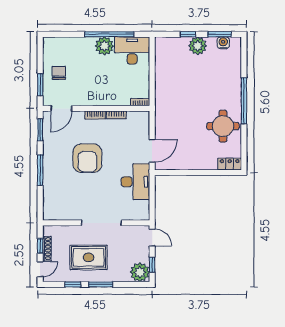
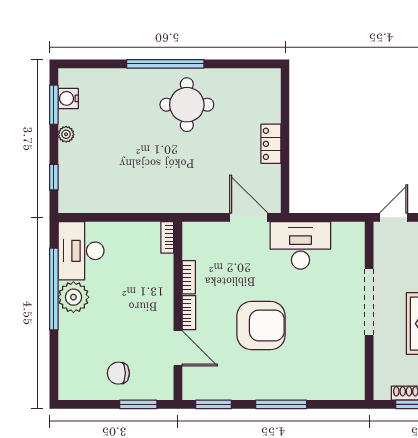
window: (188, 34) -> (54, 177), moved
plant: (198, 46) -> (66, 134), width x0.53, depth x0.53
door: (61, 108) -> (178, 348), moved
round table: (223, 126) -> (187, 105), moved
locker: (230, 164) -> (271, 144), moved

